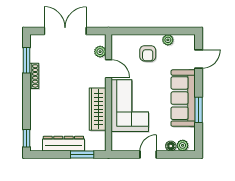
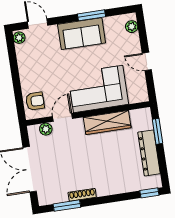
plant: (168, 40) -> (19, 38), moved
armchair: (148, 53) -> (35, 101), moved
sofa: (183, 98) -> (82, 34), width x0.73
floor lamp: (171, 146) -> (134, 39), removed

